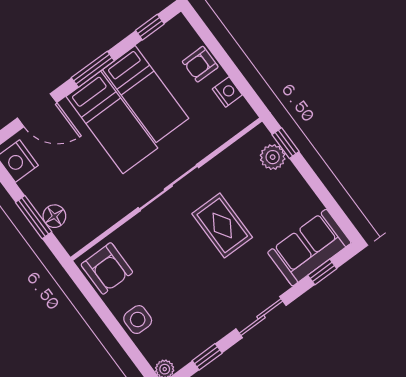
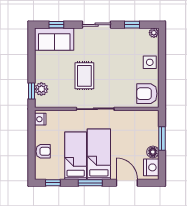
nightstand: (227, 92) -> (40, 119), moved
floor lamp: (54, 216) -> (153, 152), moved
armchair: (107, 268) -> (147, 94), turned -90

